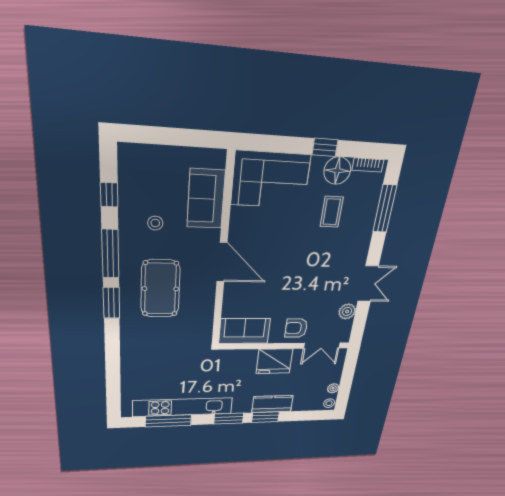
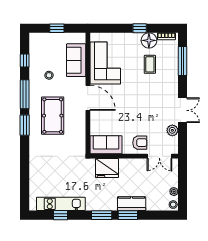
window: (173, 137) -> (57, 28), added
corner sofa: (271, 180) -> (105, 63), moved, turned -90
armchair: (296, 328) -> (140, 143), turned 180
fridge: (274, 361) -> (107, 168), moved
kitchen unit: (183, 407) -> (61, 204), width x0.73
window: (168, 421) -> (60, 215), width x0.46

